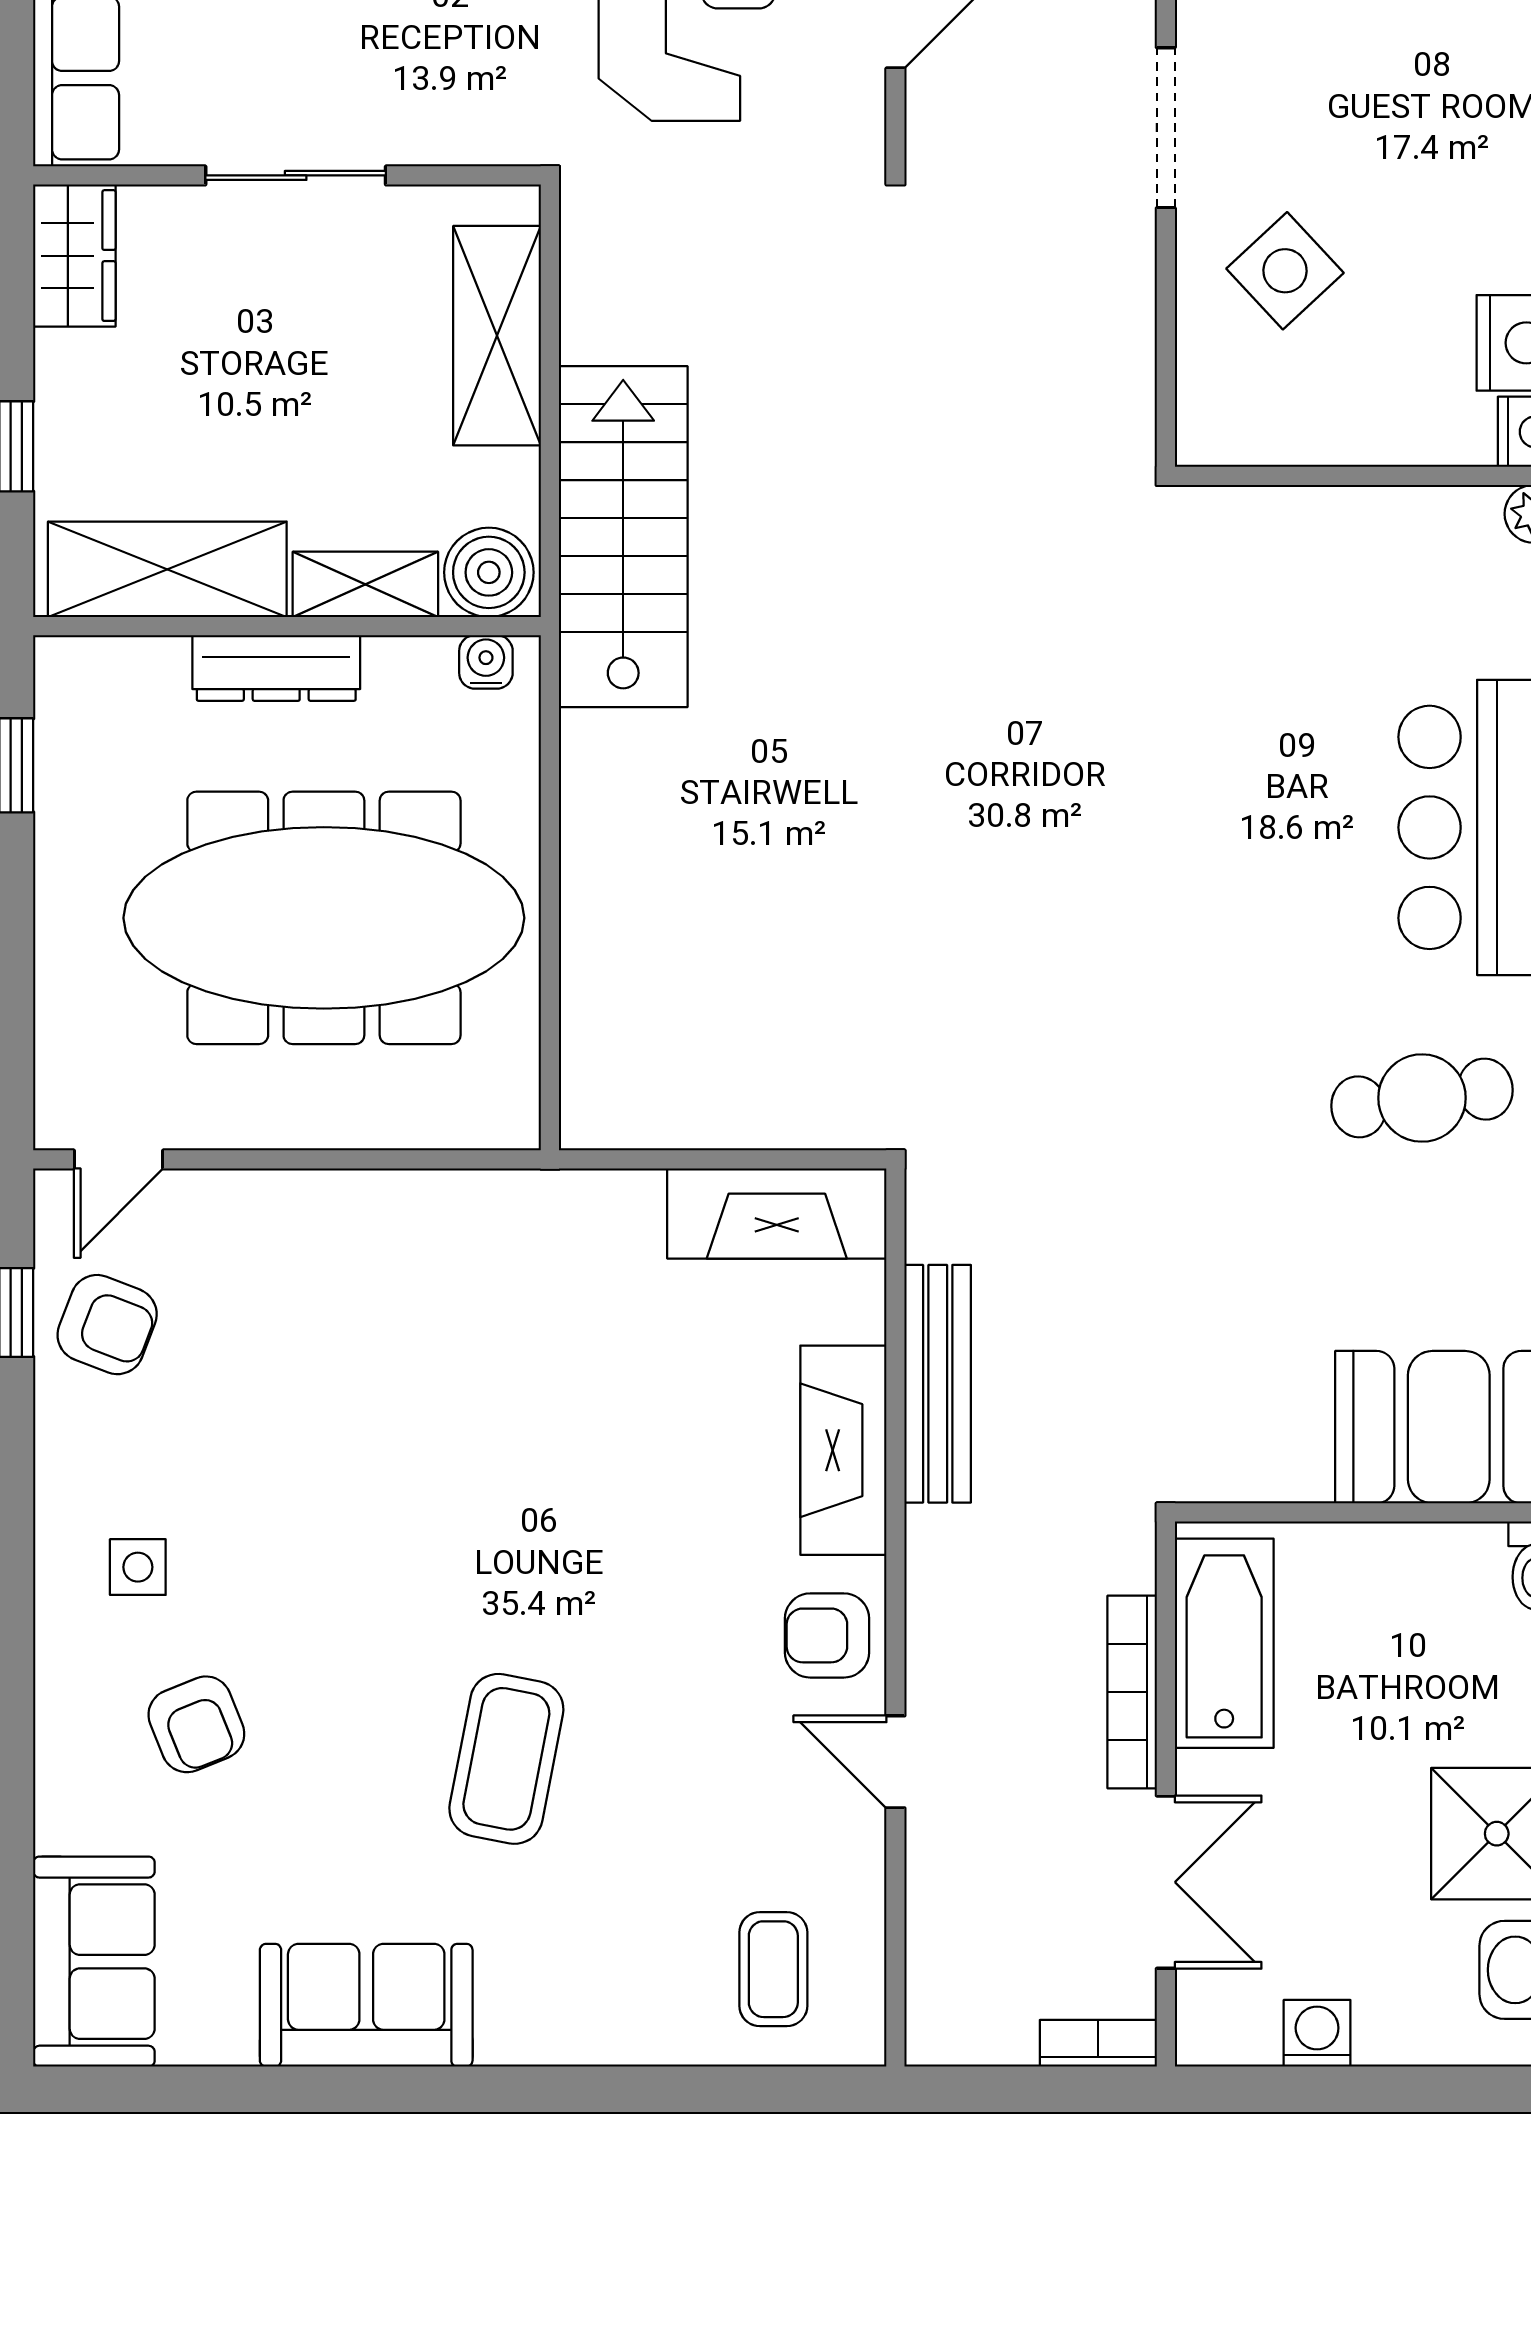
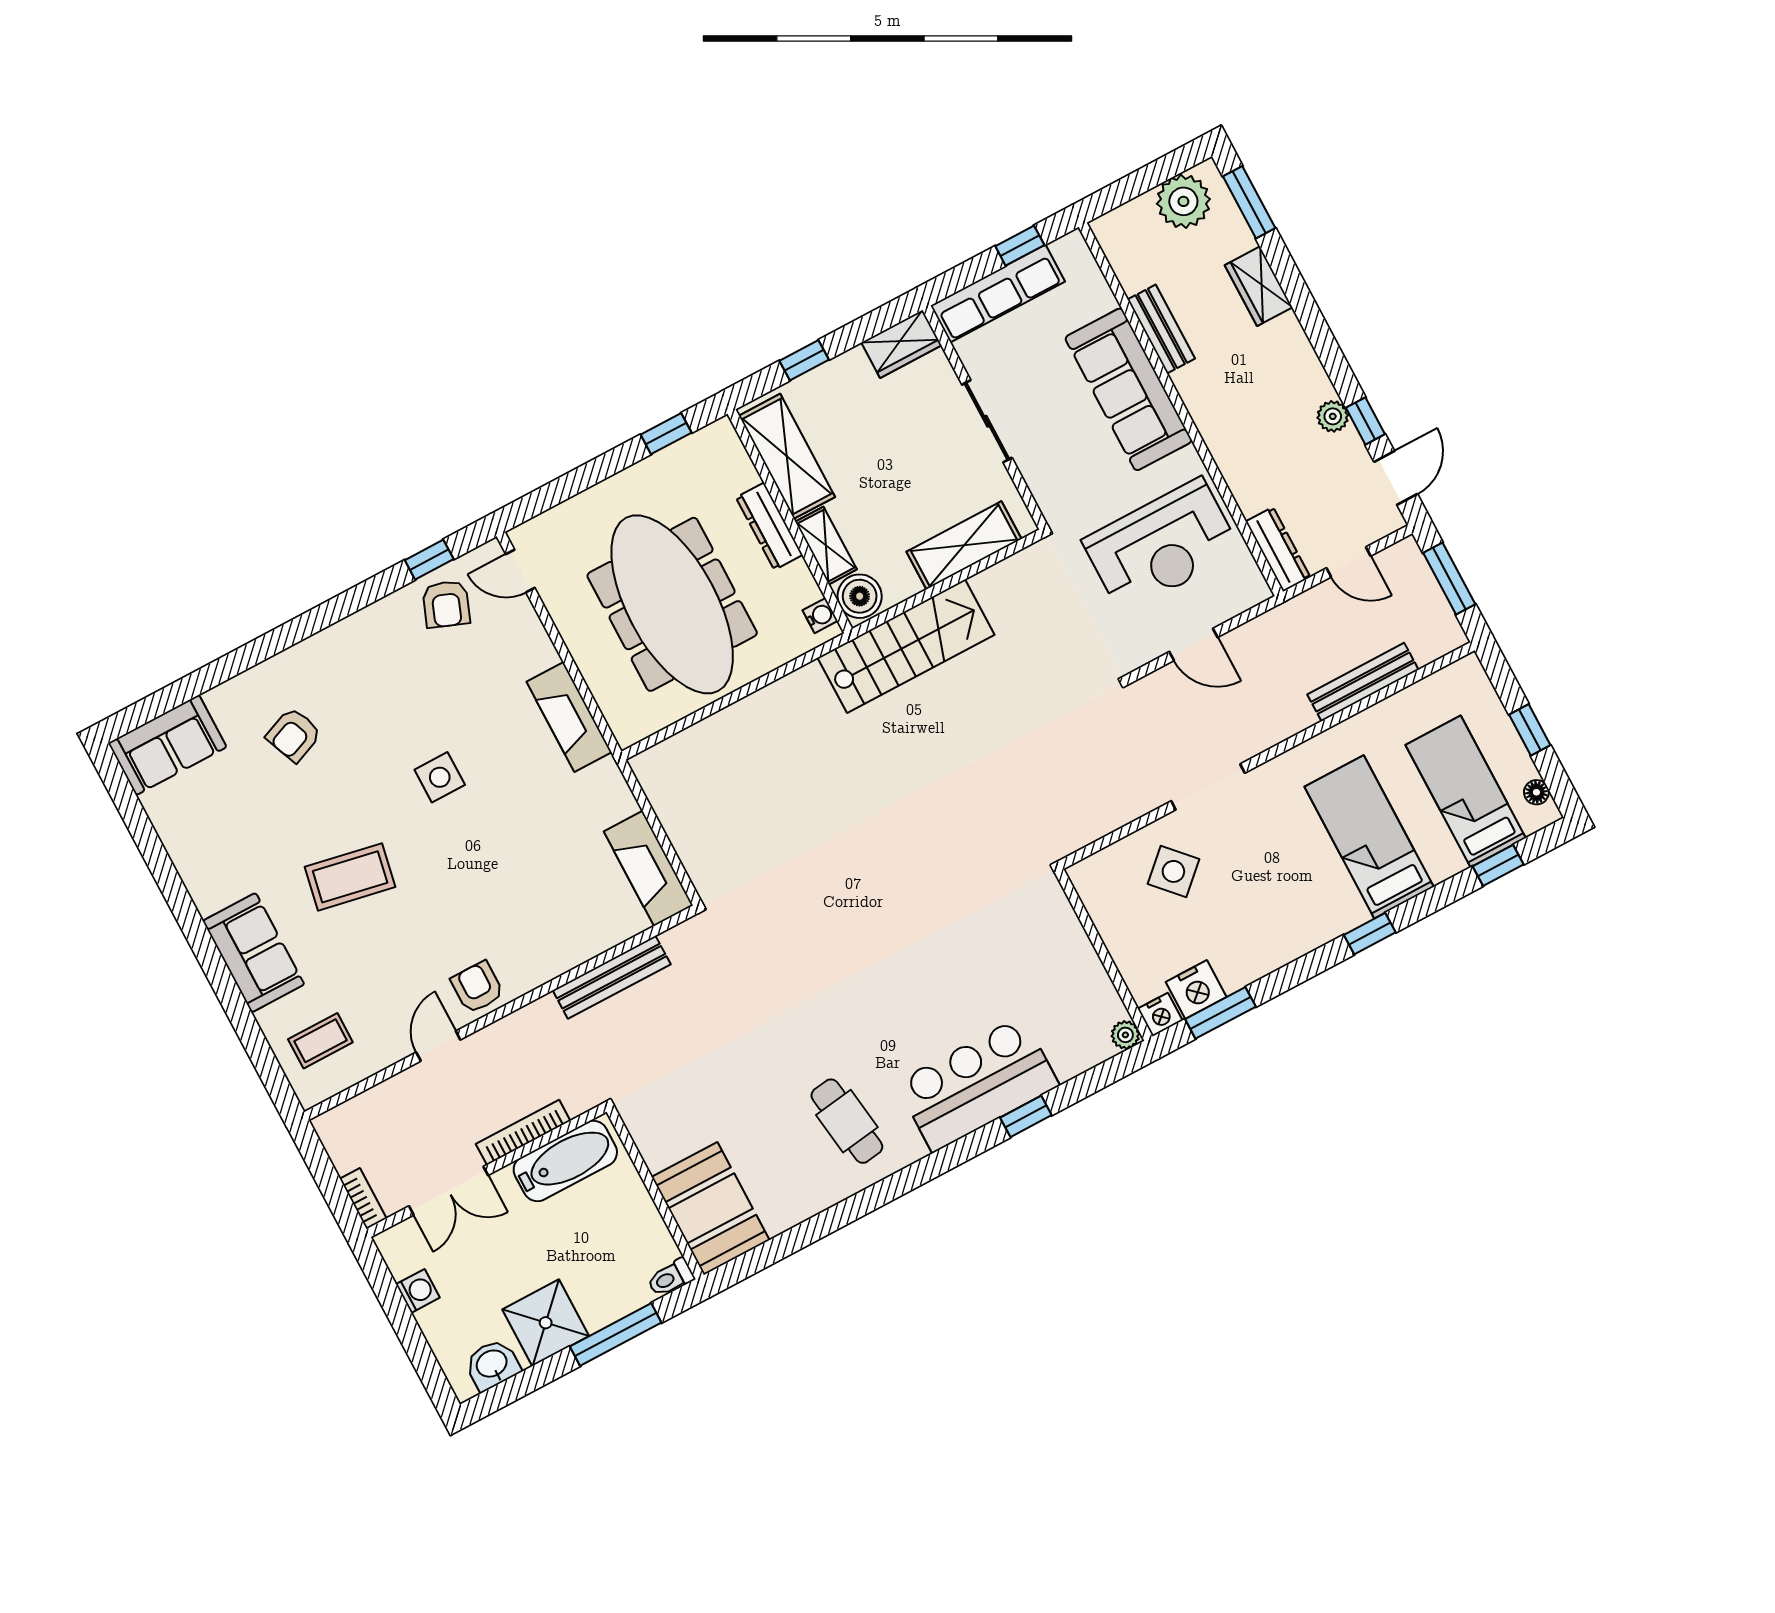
fireplace: (843, 1450) -> (569, 717), moved, turned -90
side table: (138, 1567) -> (440, 777), moved, width x1.37, depth x1.37
sofa: (366, 2005) -> (254, 953), moved

